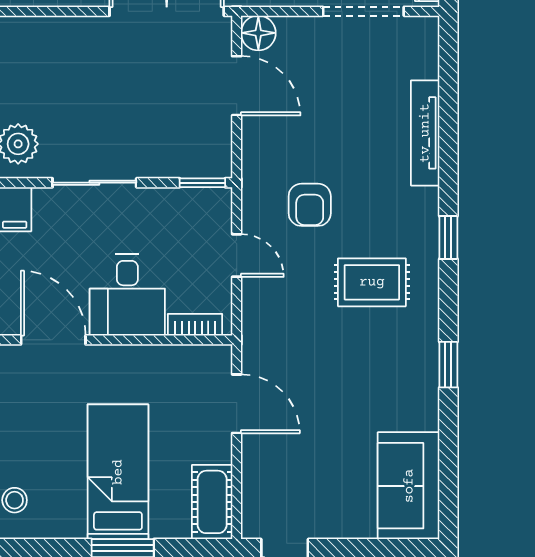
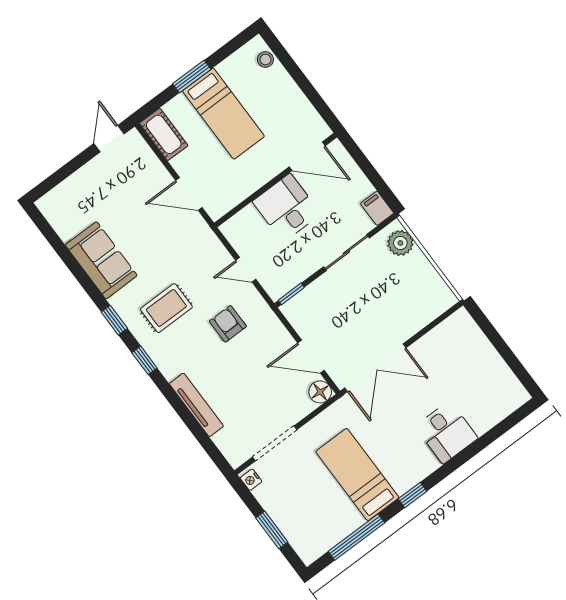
bookcase: (195, 325) -> (241, 218), removed
window: (448, 365) -> (114, 320), moved
sofa: (409, 486) -> (101, 260), moved

